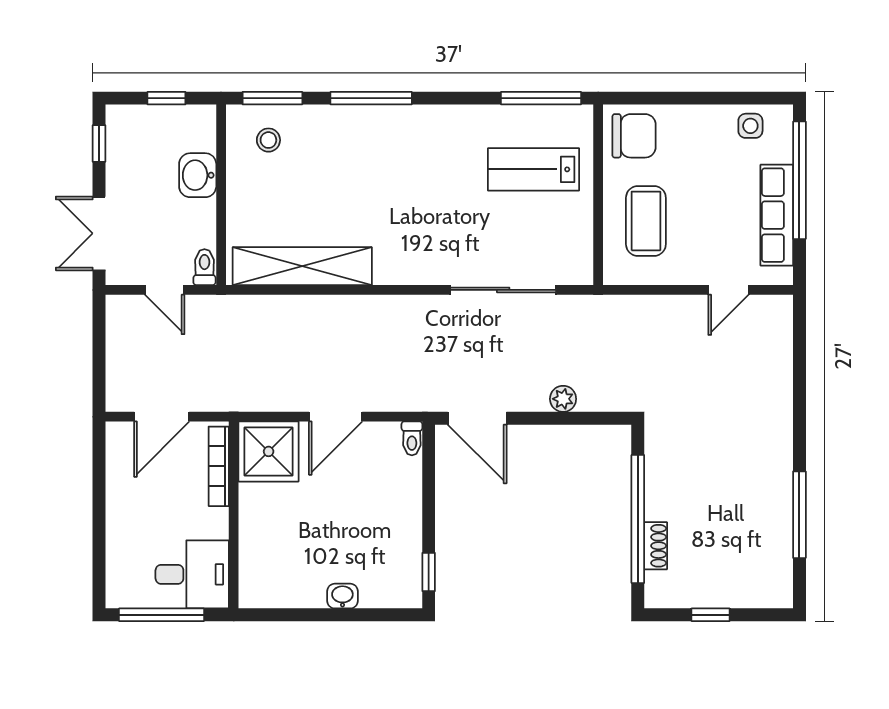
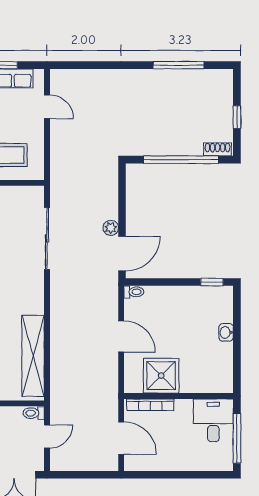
plant: (563, 399) -> (111, 228), moved
shower: (269, 451) -> (161, 376), moved
shoe rack: (656, 546) -> (218, 149), moved

